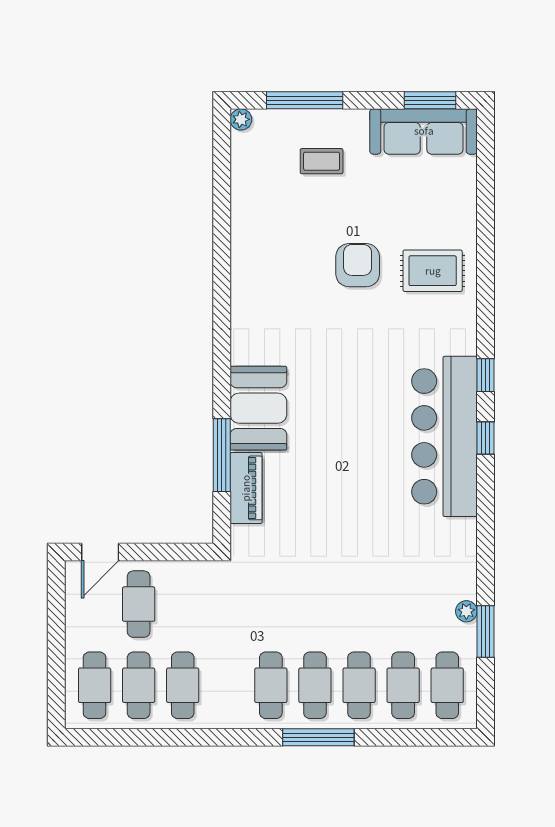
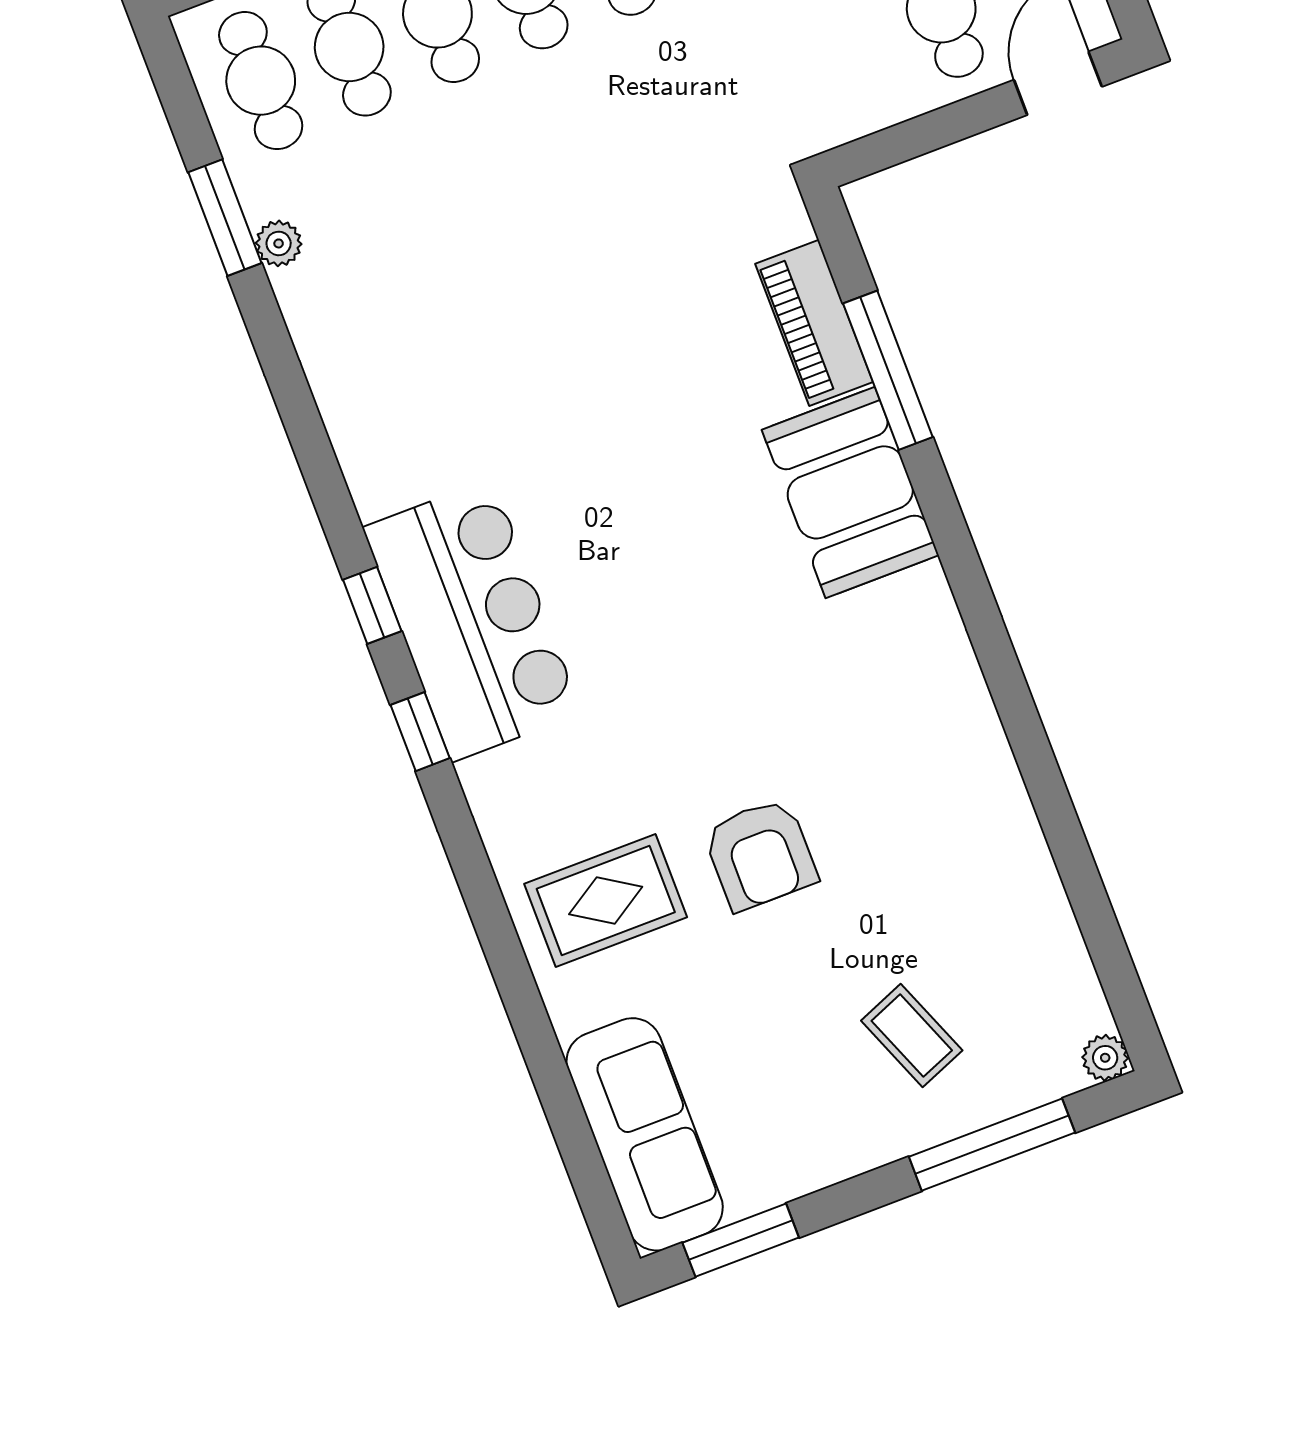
sofa: (424, 131) -> (645, 1134), moved, turned 90
coffee table: (322, 161) -> (912, 1036), turned 68
bar counter: (444, 436) -> (472, 620), width x0.73

